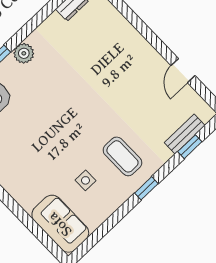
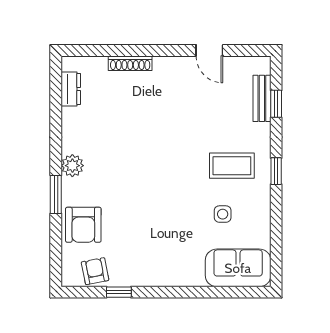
shoe rack: (126, 27) -> (130, 63), added

